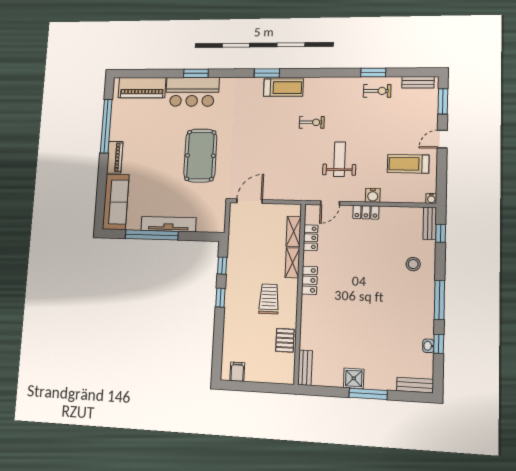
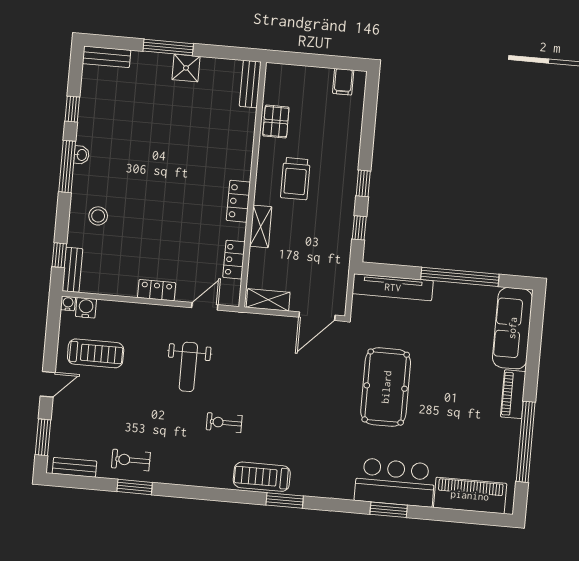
water cooler: (373, 195) -> (86, 308), moved
tv unit: (168, 224) -> (393, 287), moved
shelving: (294, 231) -> (268, 300), moved, turned 90
washbasin: (428, 346) -> (81, 155), moved

